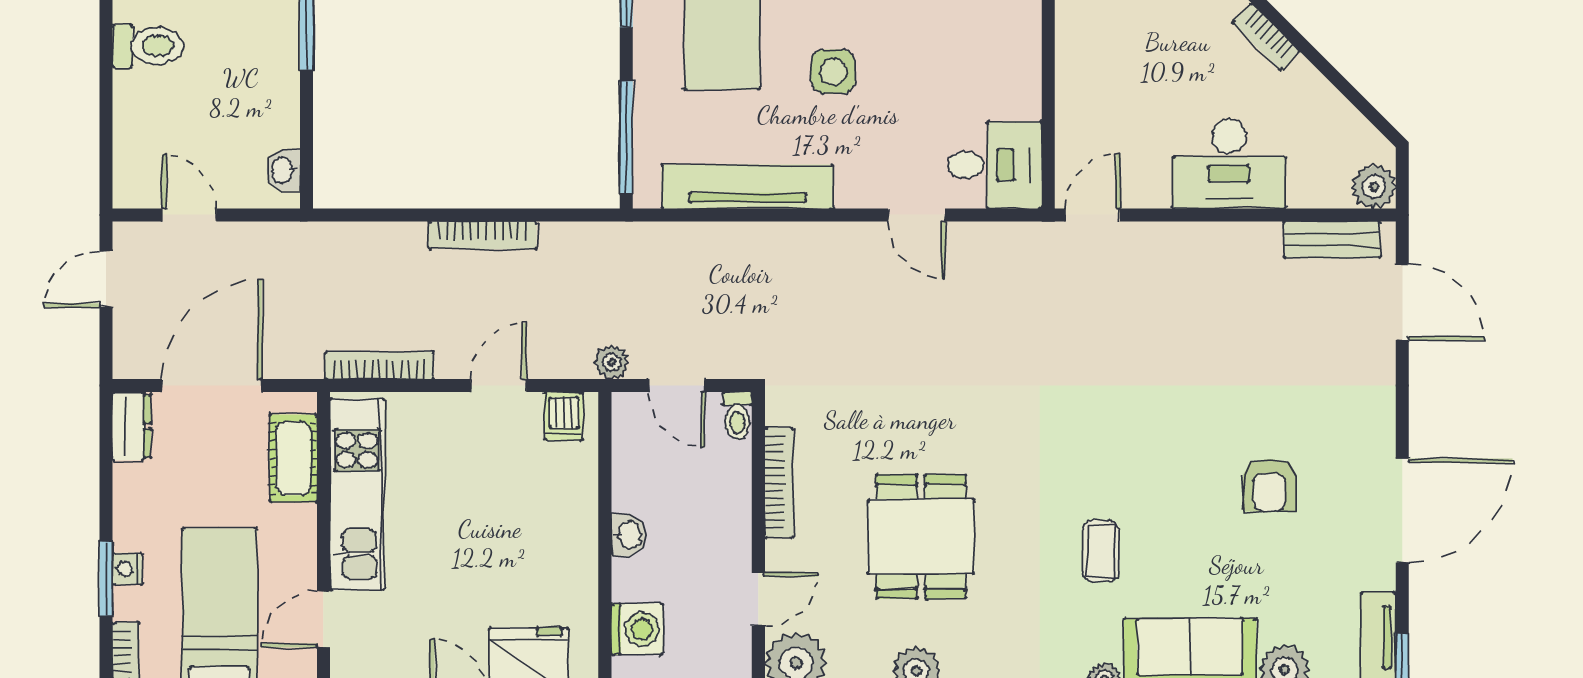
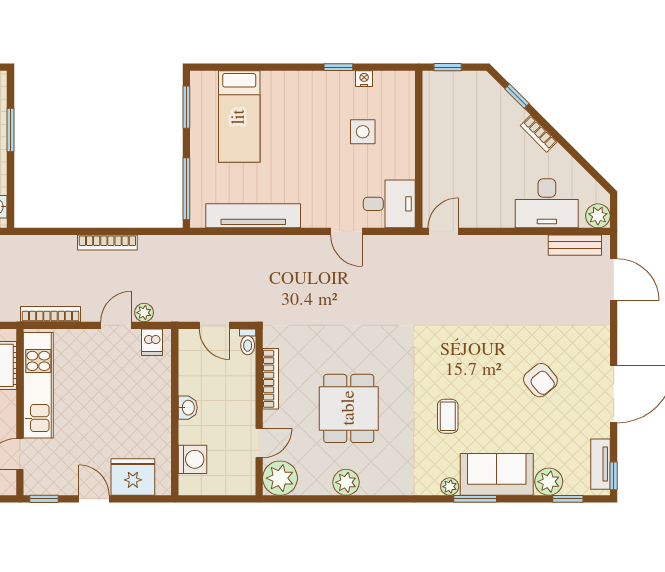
side table: (833, 72) -> (363, 132), moved
desk: (1229, 164) -> (547, 203), moved
plant: (612, 362) -> (144, 313), moved
armchair: (1269, 485) -> (540, 380), turned -40

